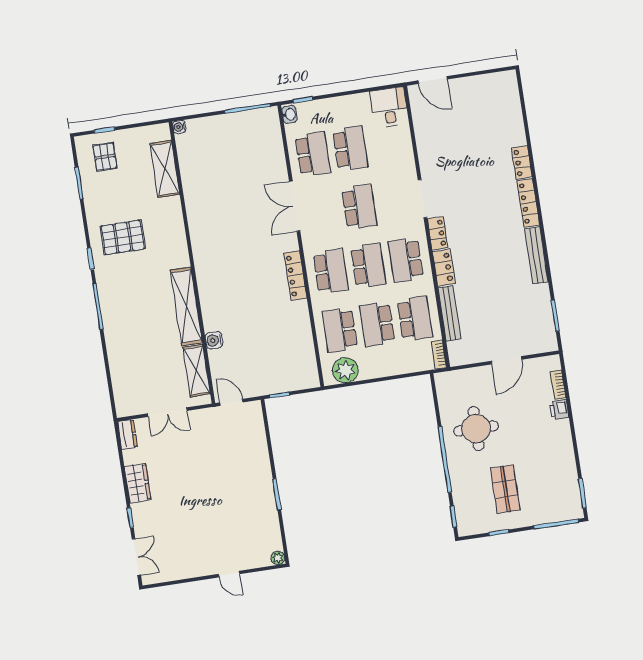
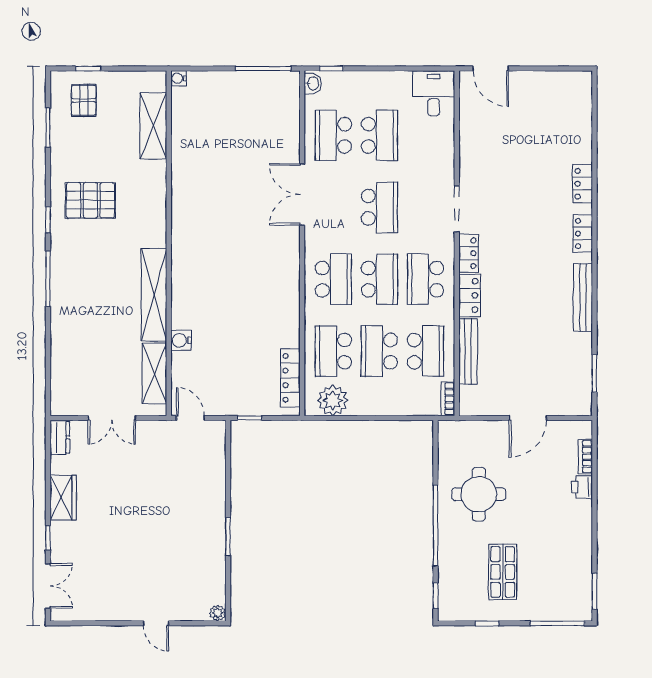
school desk: (313, 154) -> (333, 135), turned 180
locker: (528, 203) -> (583, 233), width x0.66
locker: (295, 276) -> (290, 378), moved

